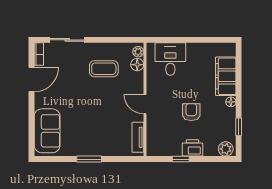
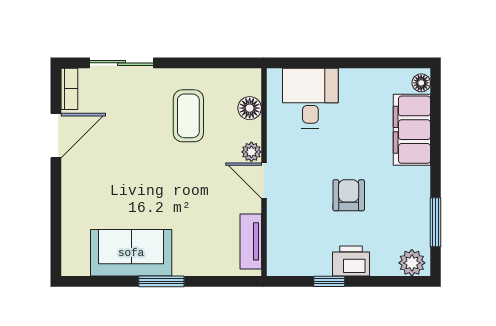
plant: (138, 52) -> (251, 152), moved
coffee table: (104, 69) -> (188, 116), turned 90
floor lamp: (231, 102) -> (421, 83), moved
window: (239, 127) -> (436, 222), width x1.50
sofa: (47, 131) -> (131, 253), moved, turned -90

